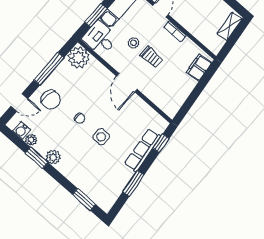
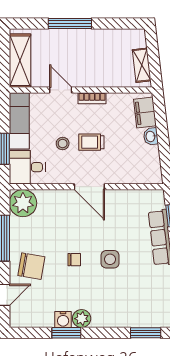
shelving: (229, 26) -> (142, 65), moved
trolley: (151, 57) -> (91, 142), turned 180
washbasin: (190, 85) -> (151, 136), added
water cooler: (22, 130) -> (63, 319), moved
plant: (31, 140) -> (46, 320), removed

